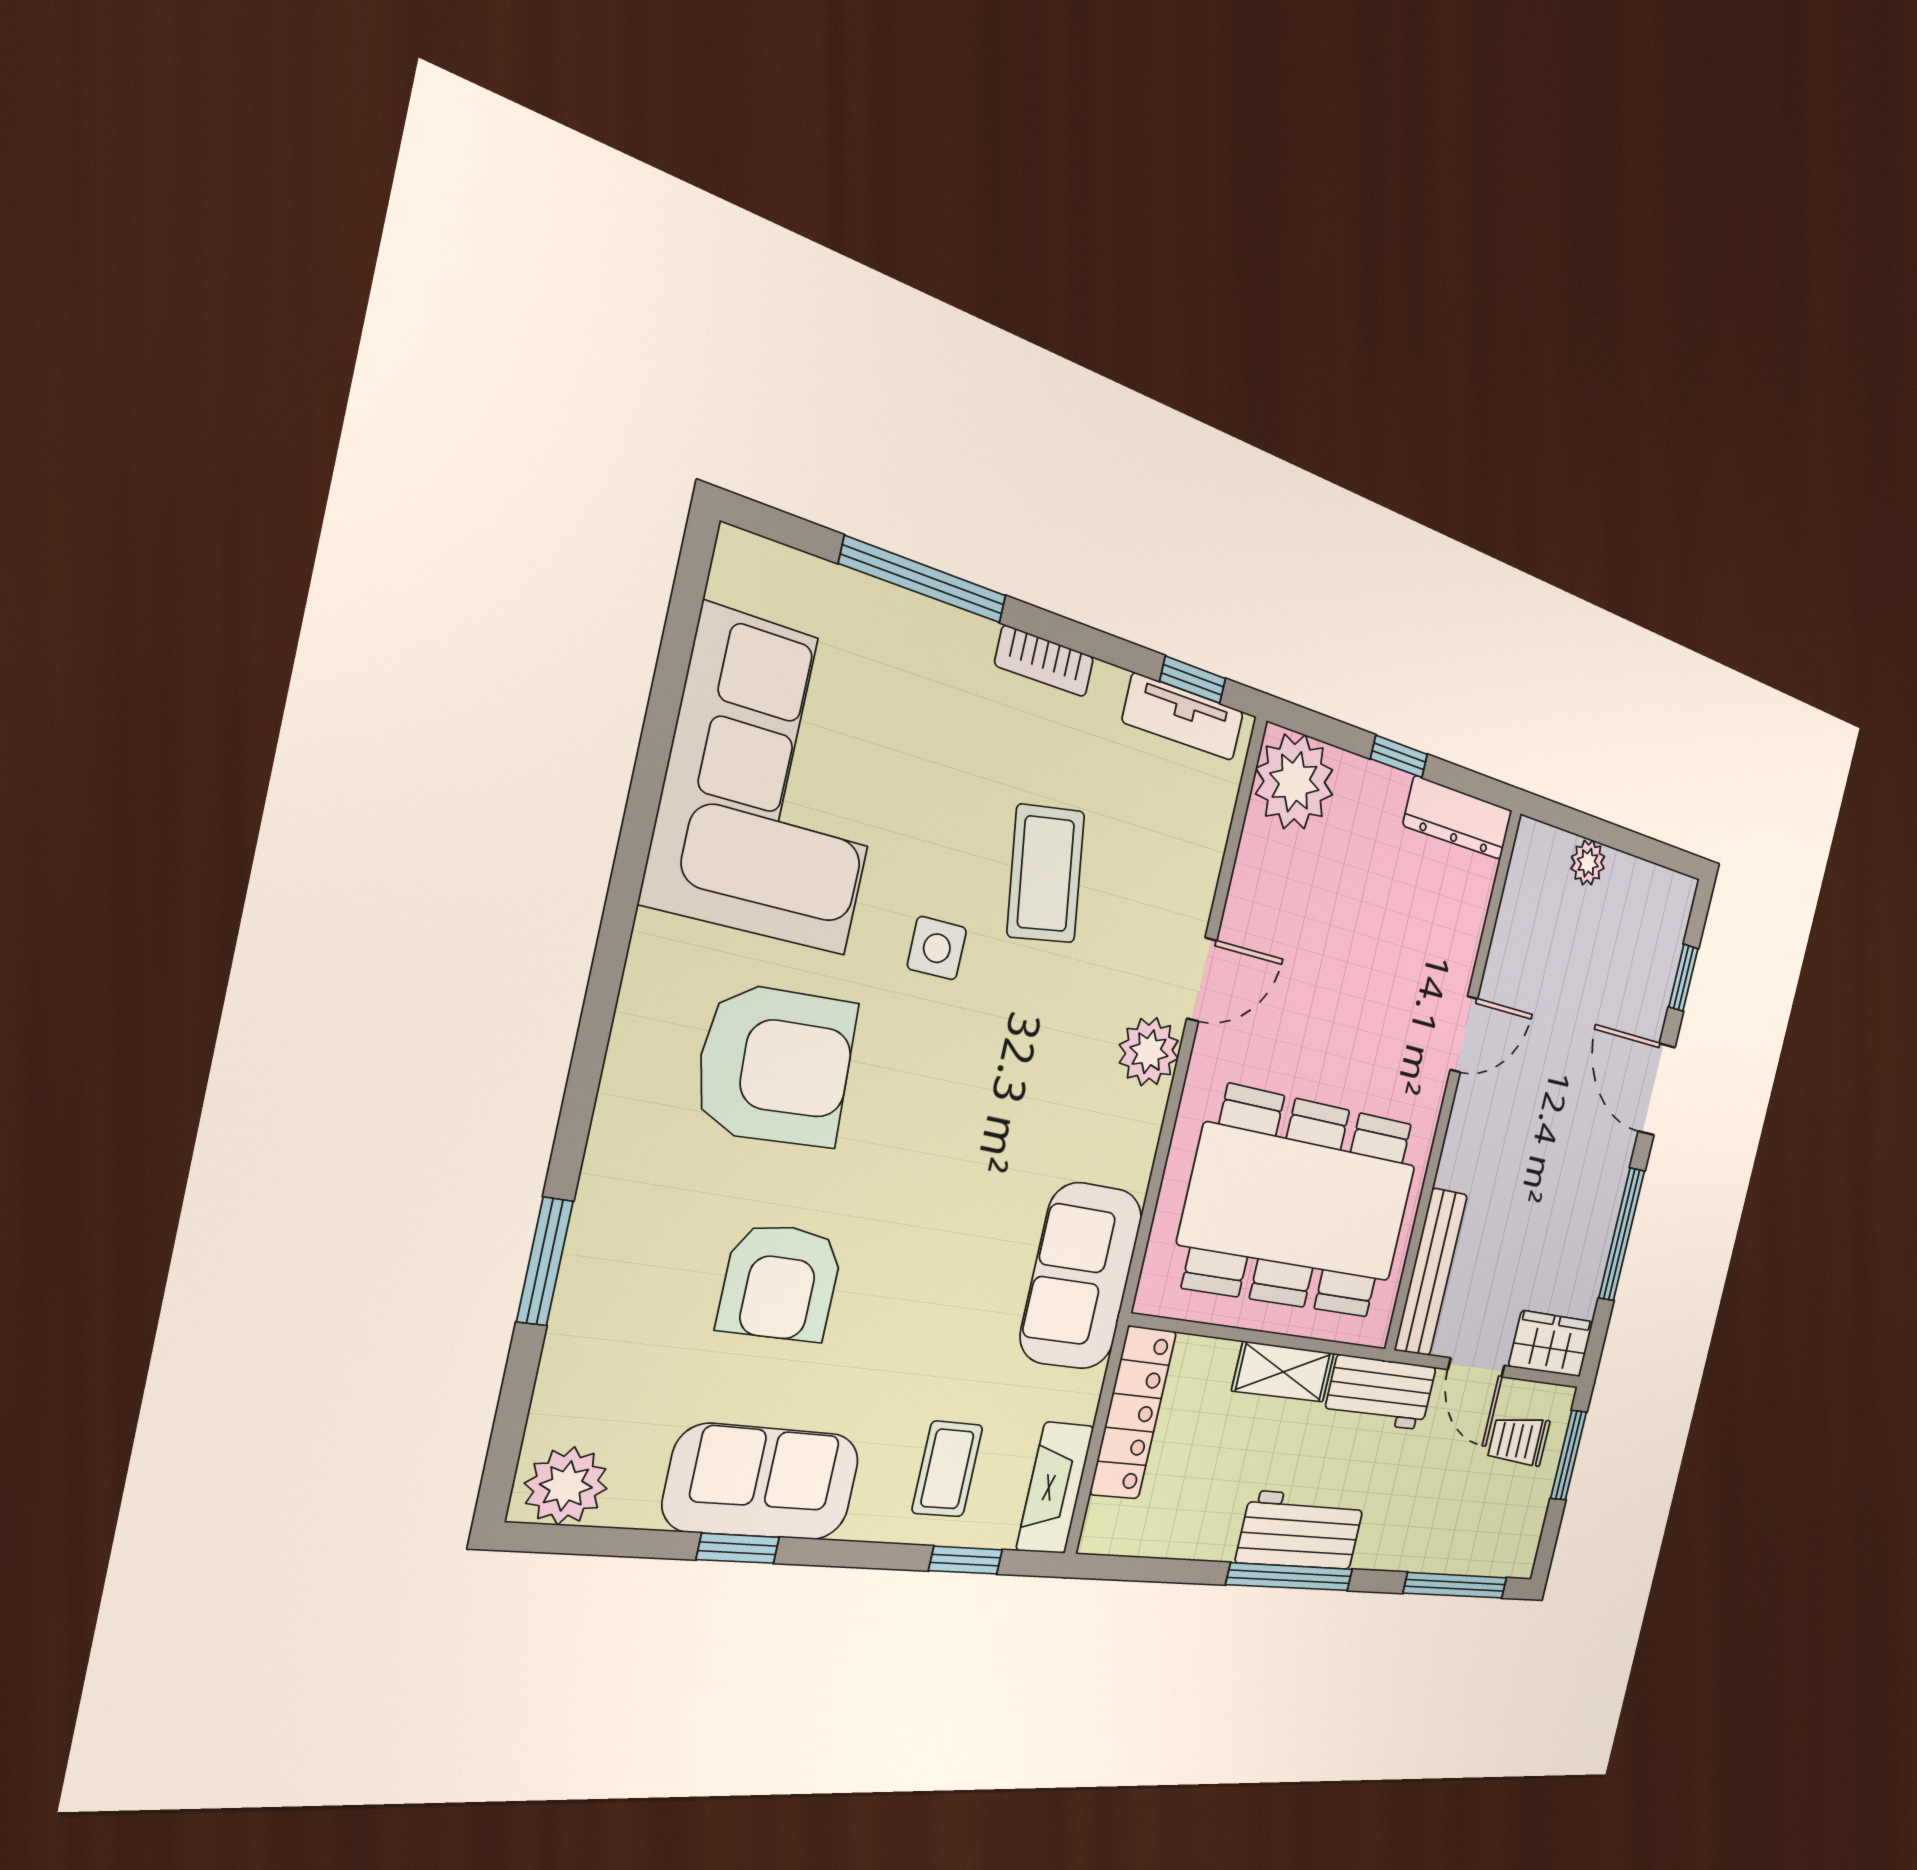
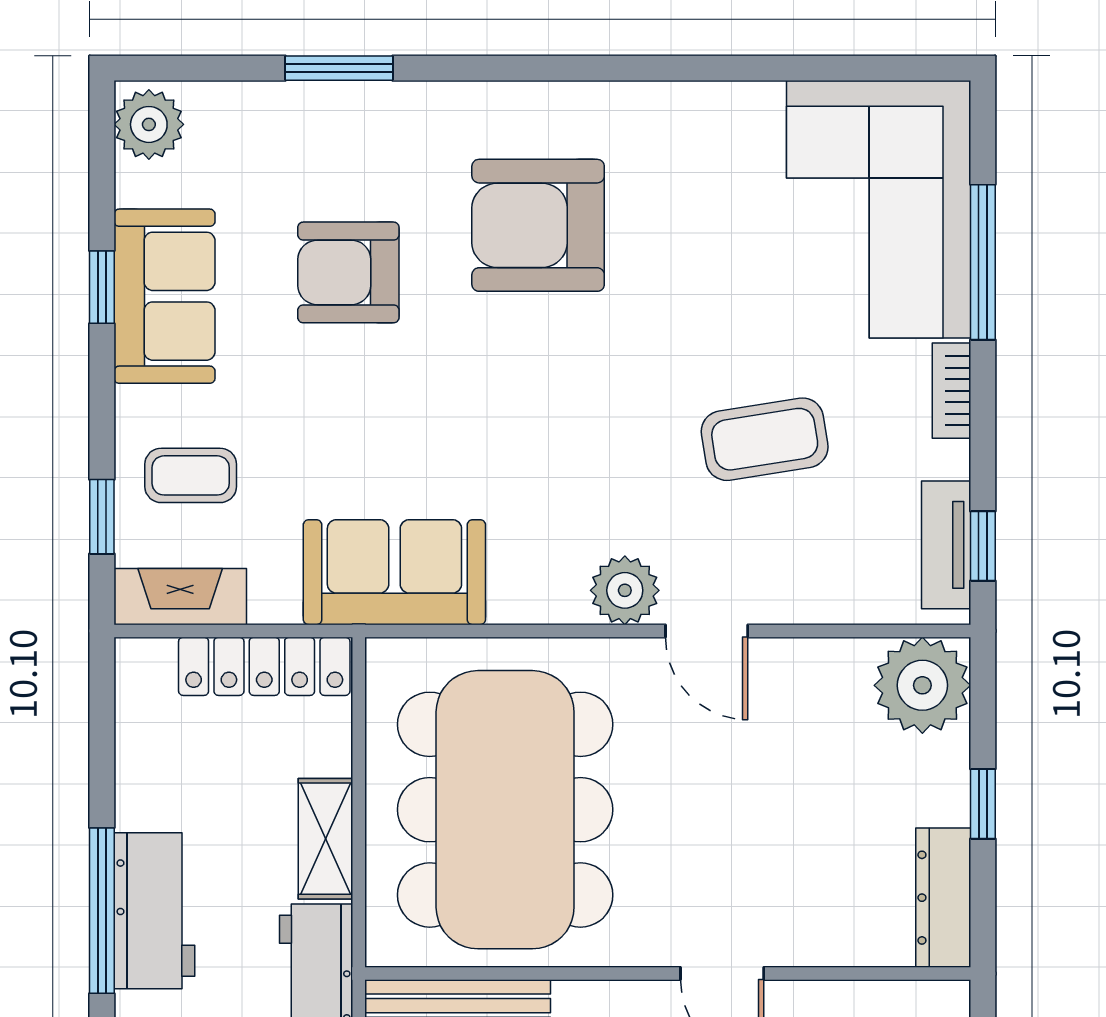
corner sofa: (776, 783) -> (879, 209), moved, turned 90
side table: (937, 948) -> (672, 349), removed
armchair: (776, 1066) -> (538, 225), turned 93

